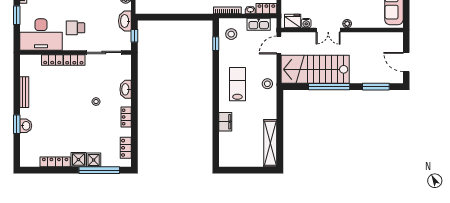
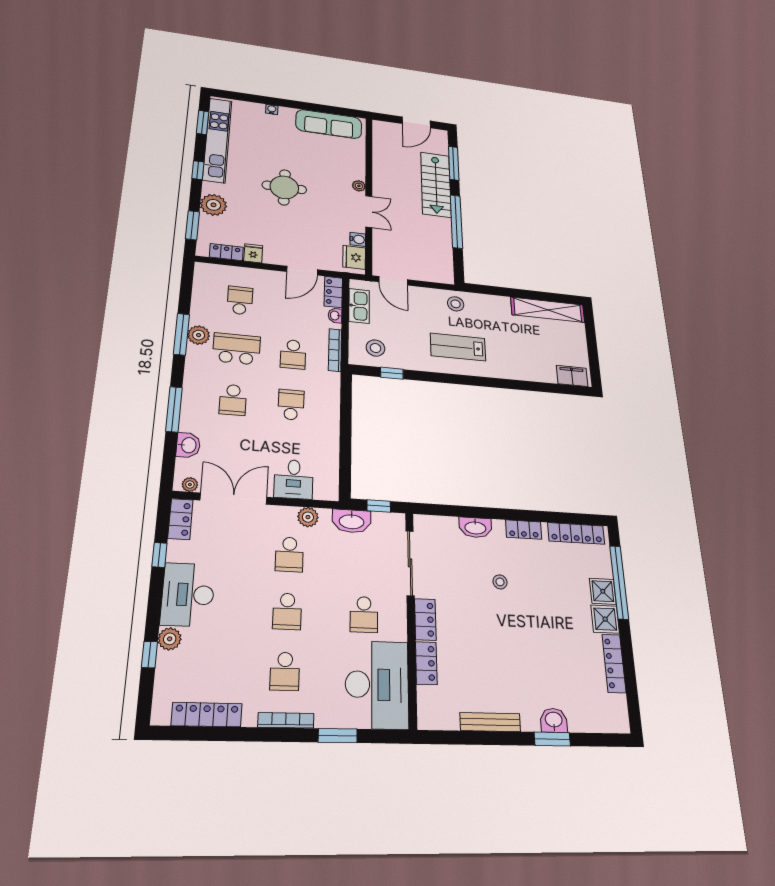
stairs: (315, 69) -> (436, 185), moved, width x0.73, depth x0.66
filing cabinet: (225, 122) -> (572, 376), moved
locker: (126, 148) -> (576, 533), width x1.53

